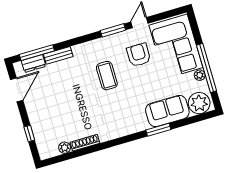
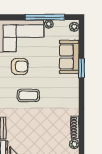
armchair: (139, 55) -> (20, 66), turned 180
plant: (199, 103) -> (74, 27), width x0.53, depth x0.53

